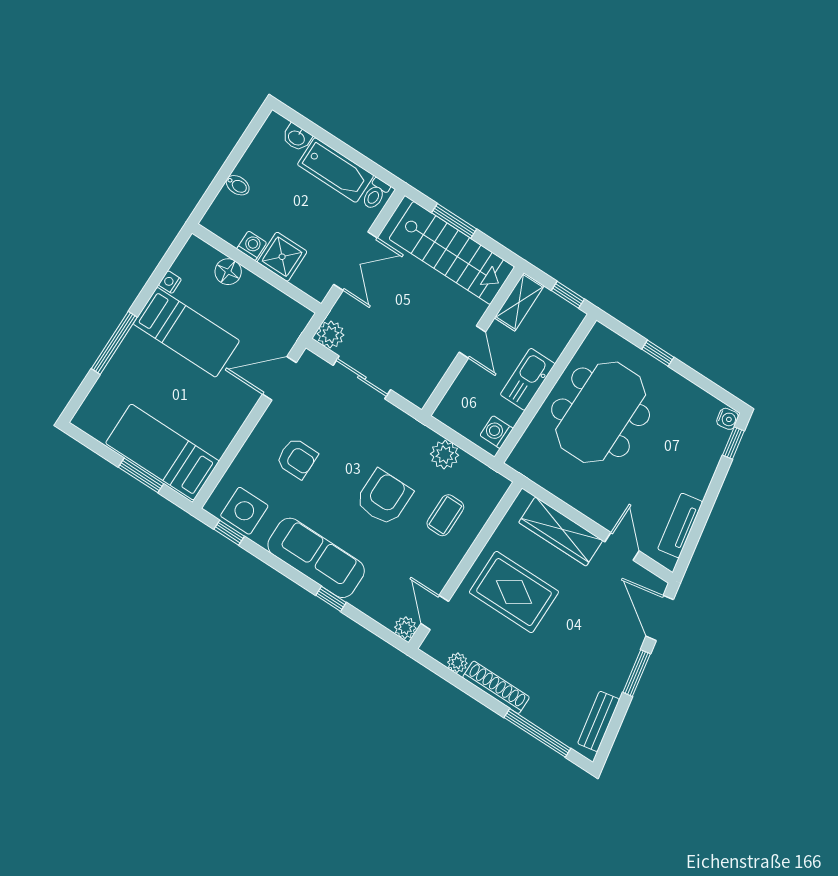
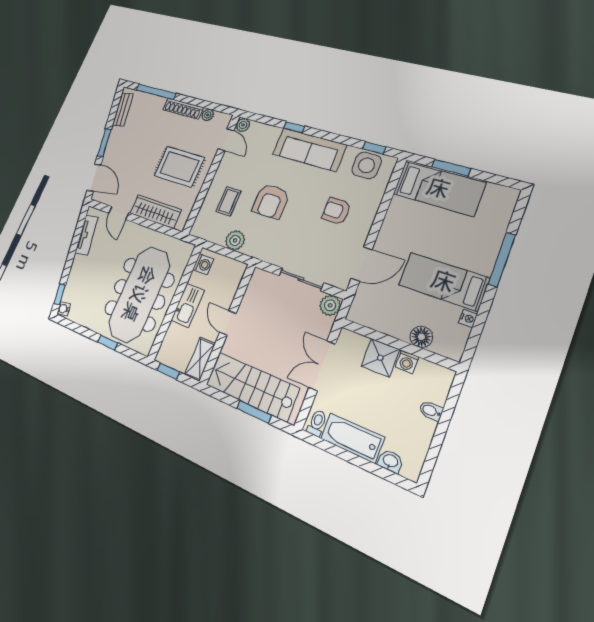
meeting table: (601, 412) -> (139, 294), width x1.36

